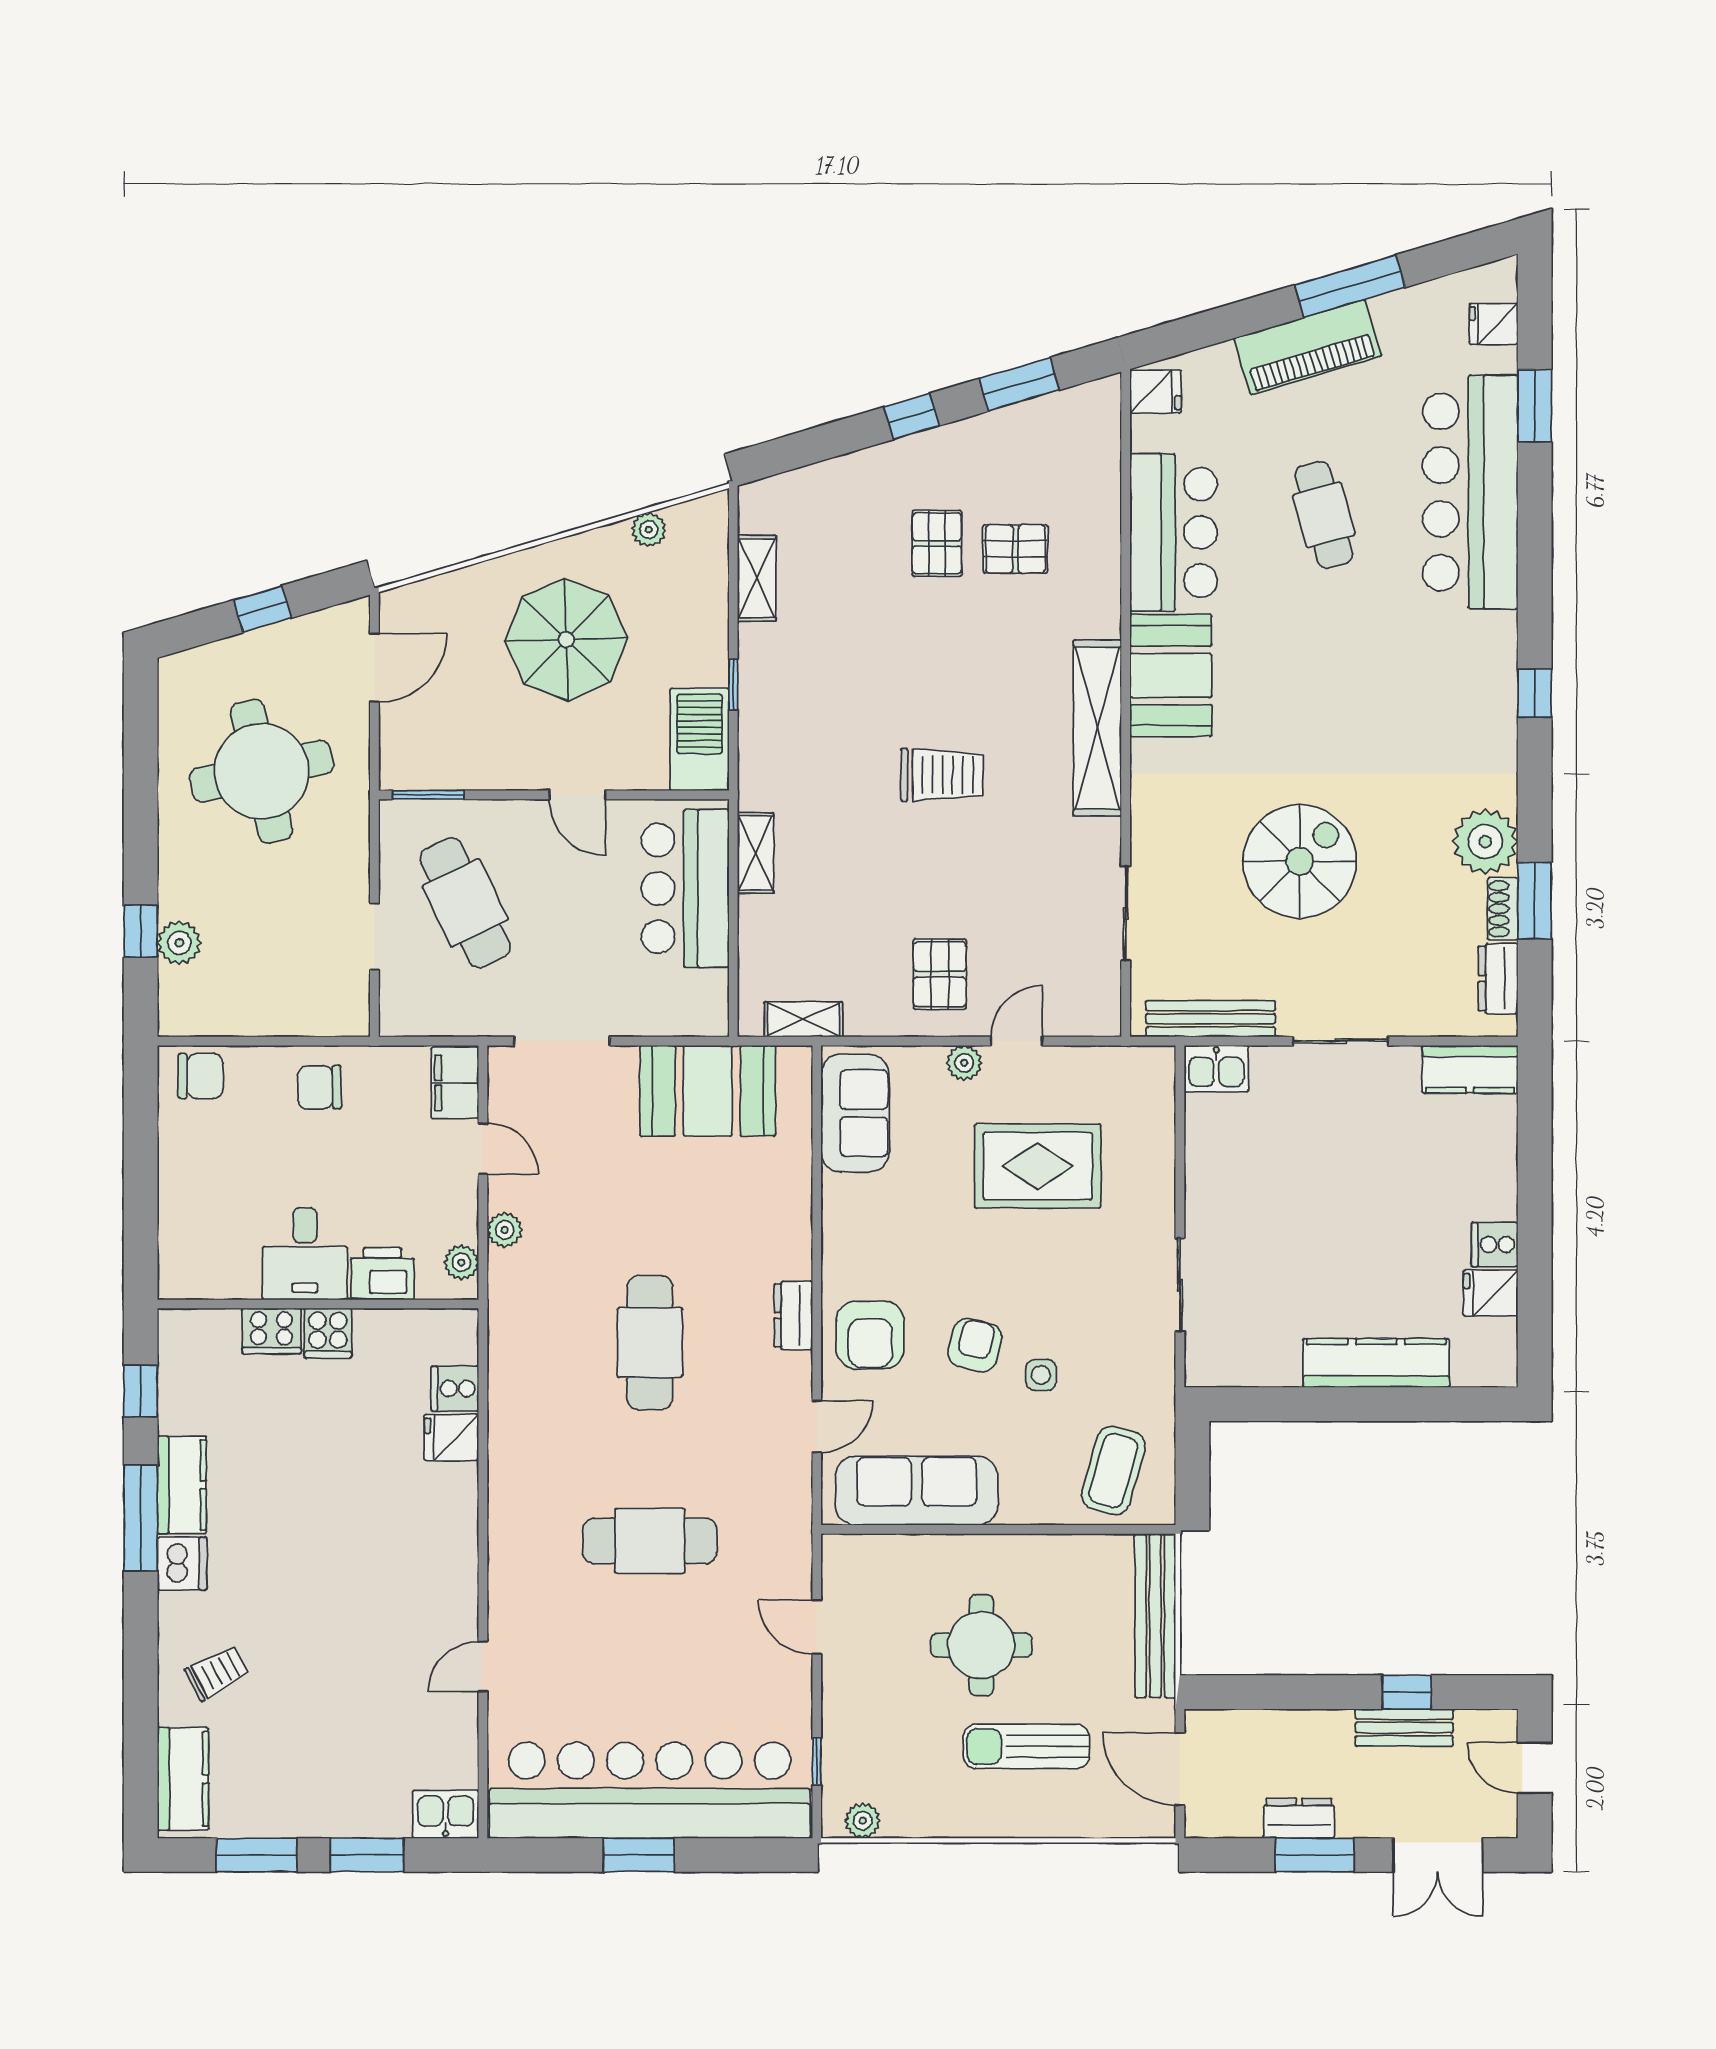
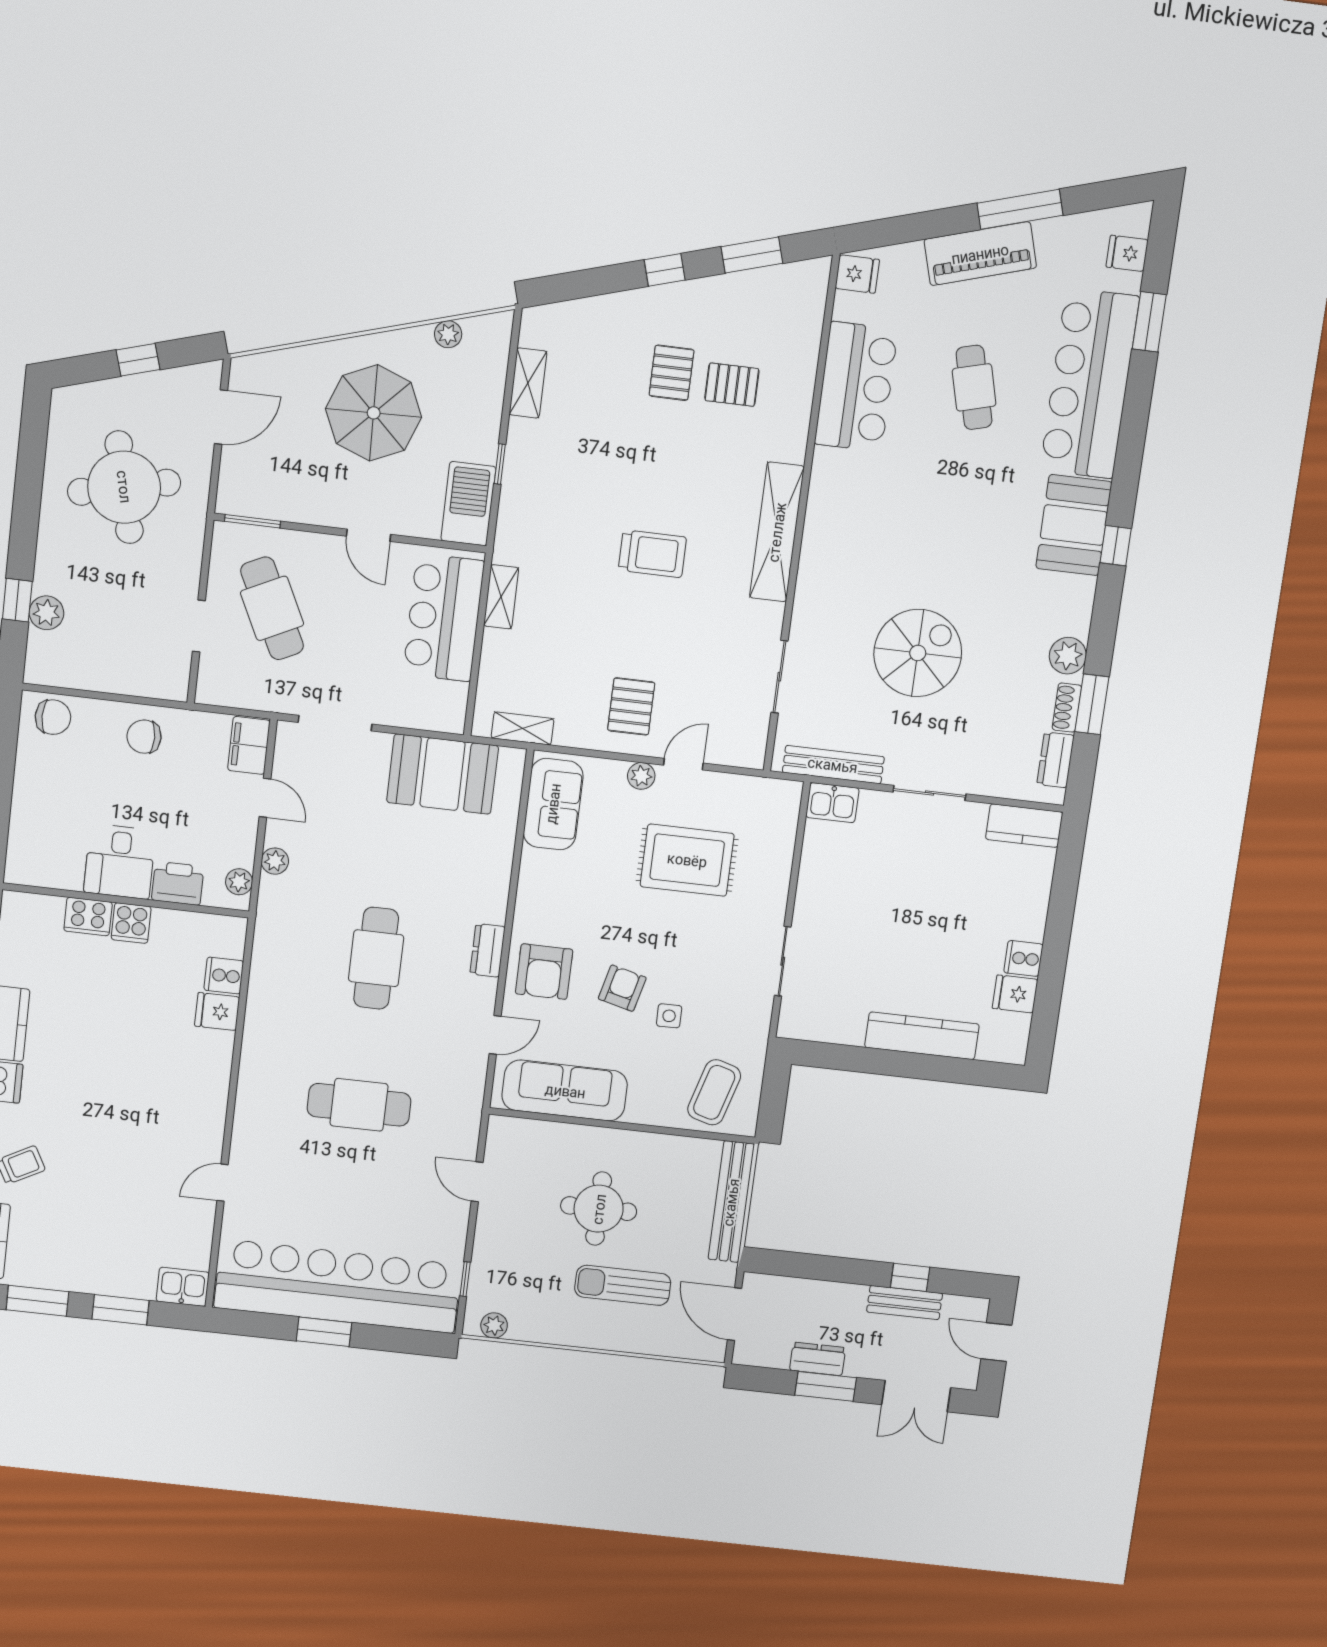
booth: (1171, 675) -> (1074, 525), moved
plant: (1485, 842) -> (1068, 656), width x0.73, depth x0.73

